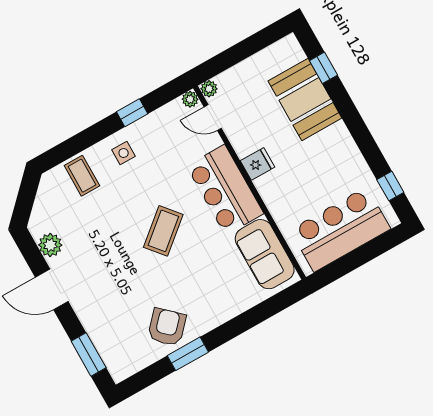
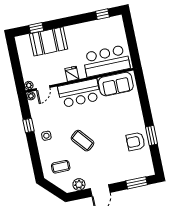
coffee table: (82, 176) -> (61, 167), moved
bar counter: (340, 229) -> (106, 61), moved, turned 90
coffee table: (163, 231) -> (82, 141), moved
armchair: (167, 327) -> (136, 142), turned -43

